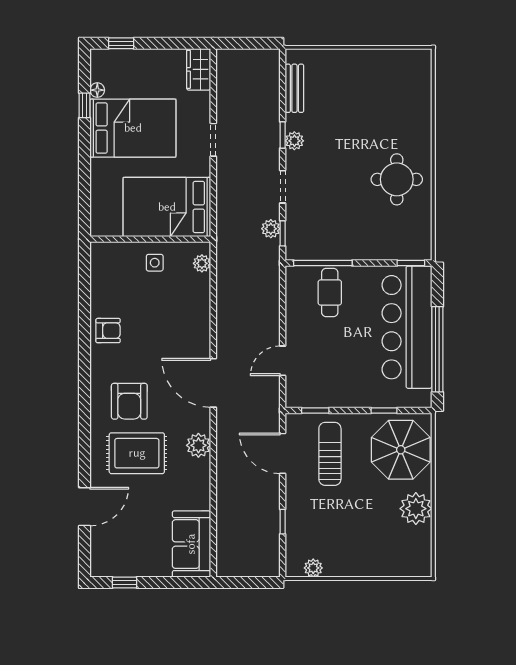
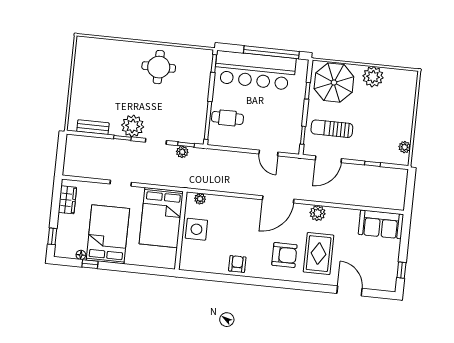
wardrobe: (199, 69) -> (67, 200), moved, turned -90
plant: (294, 141) -> (133, 126), width x1.87, depth x1.87
side table: (155, 263) -> (196, 229), width x1.87, depth x1.87

